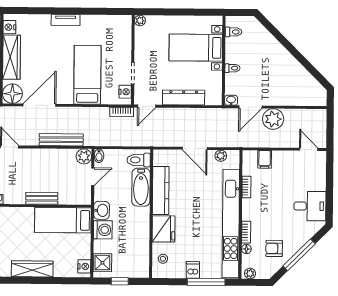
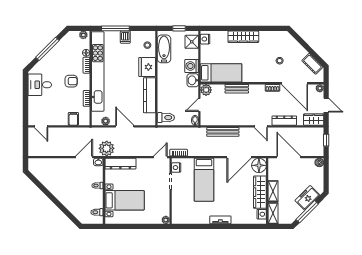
dresser: (184, 98) -> (120, 164), moved
plant: (273, 119) -> (107, 148), moved
plant: (84, 156) -> (206, 90), moved
bathtub: (141, 187) -> (164, 49), moved
armchair: (274, 248) -> (71, 81), moved

